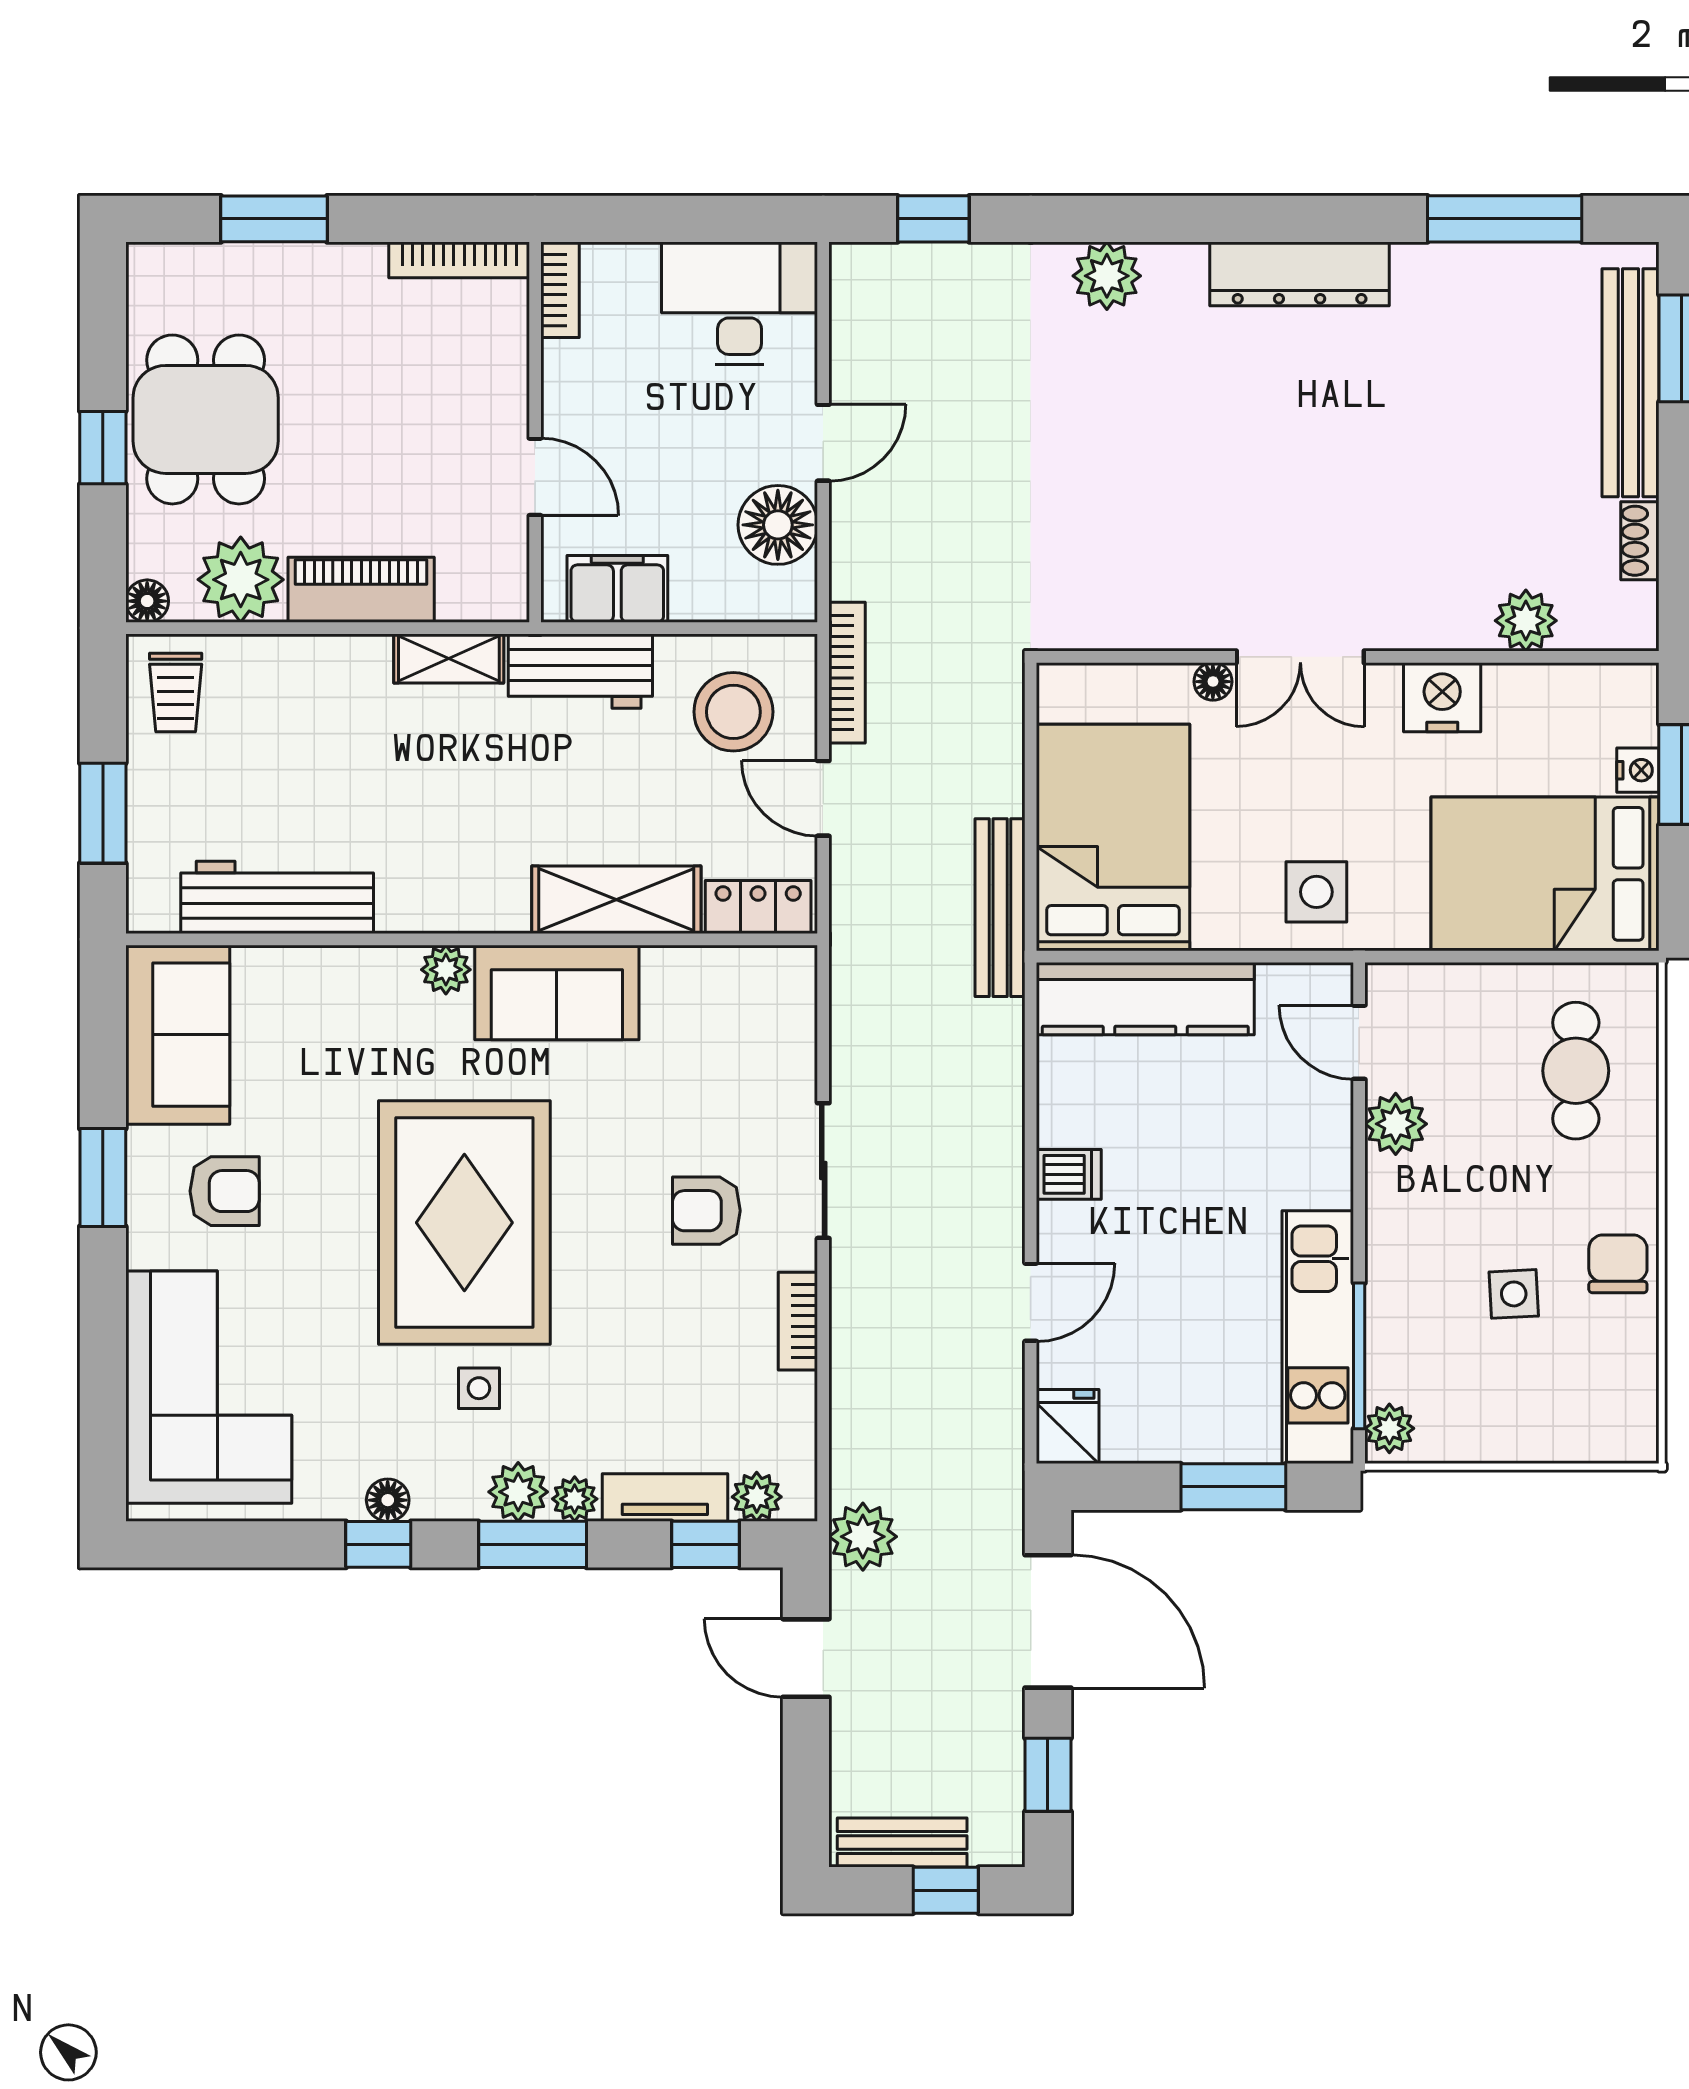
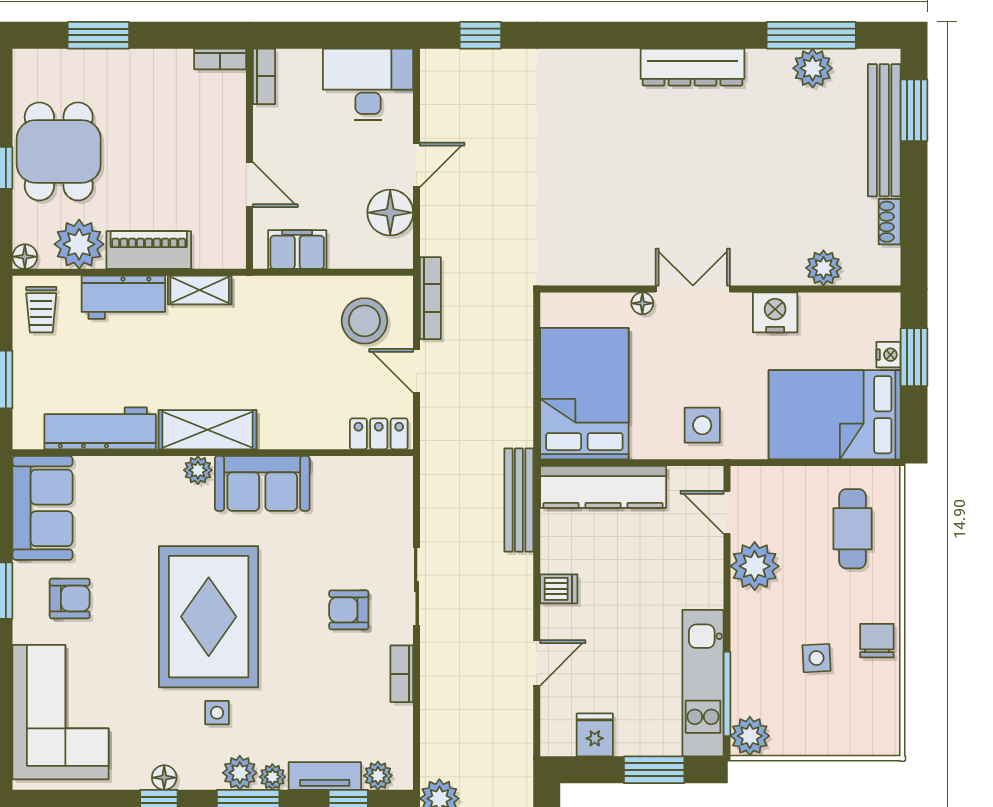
bookcase: (459, 260) -> (220, 59), width x0.64
plant: (1107, 276) -> (813, 68), moved
double door: (1300, 657) -> (693, 289), swing flipped
workbench: (580, 671) -> (123, 297), moved
shelving: (616, 900) -> (207, 430), moved
bench: (1000, 908) -> (519, 500), moved
plant: (1396, 1124) -> (755, 566), width x1.36, depth x1.36
fridge: (1068, 1427) -> (595, 735), moved
plant: (1389, 1428) -> (750, 736), width x1.38, depth x1.38

